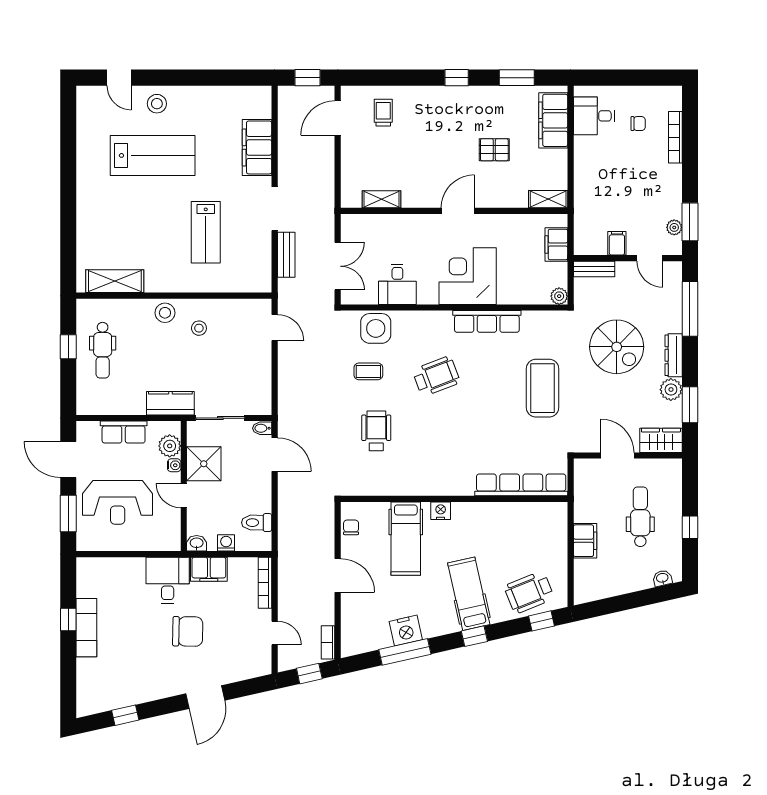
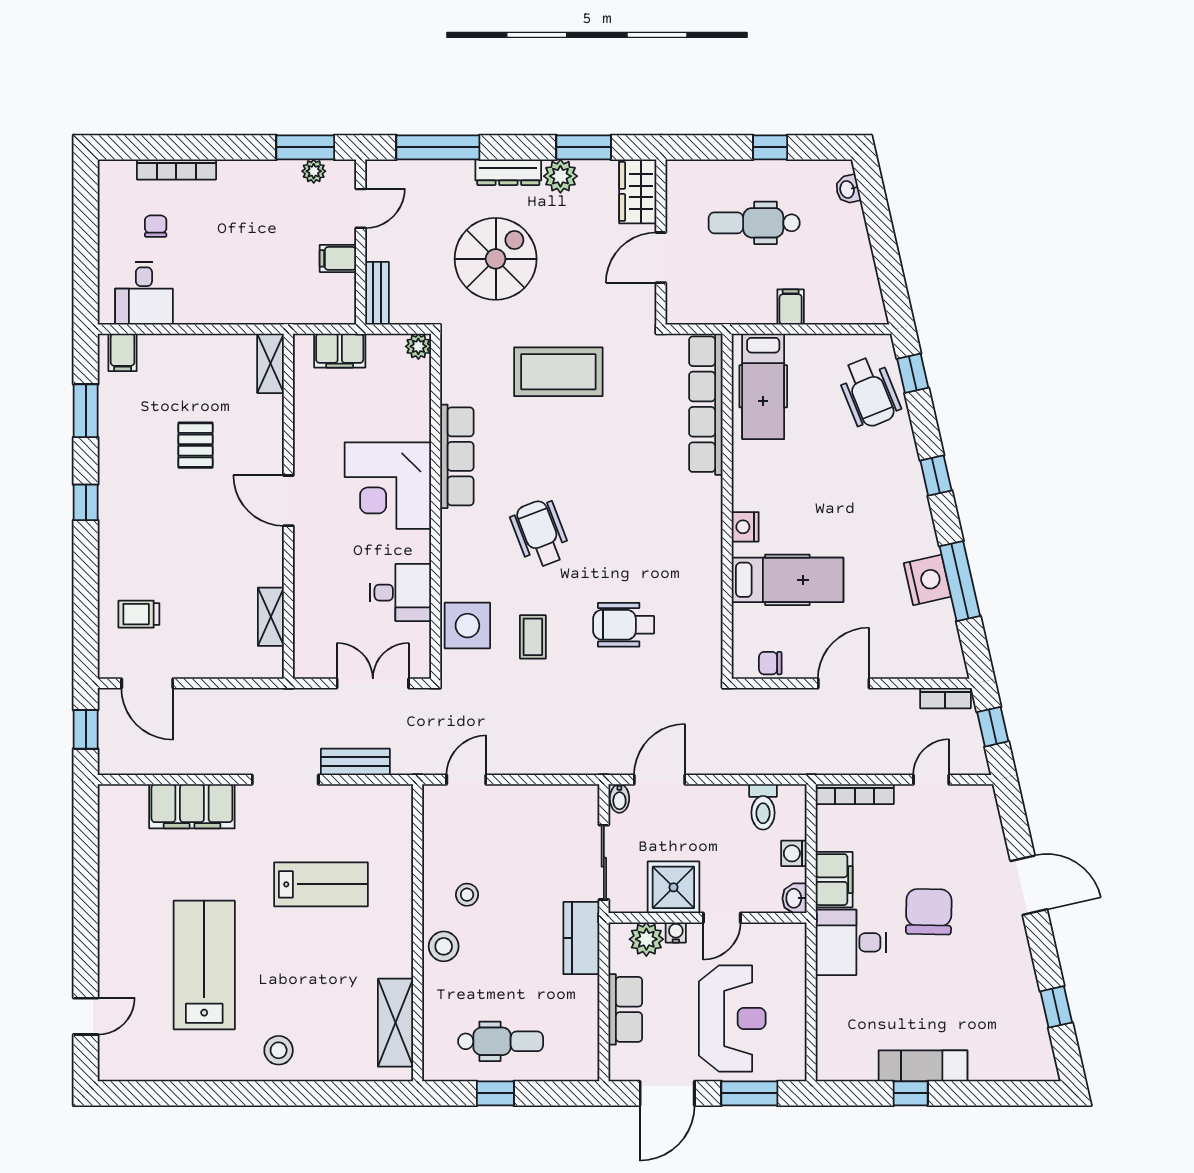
stool: (157, 104) -> (279, 1050), moved
filing cabinet: (553, 120) -> (123, 352), width x0.33, depth x0.86
filing cabinet: (585, 541) -> (791, 307), width x0.50
hospital bed: (469, 594) -> (763, 386), moved, turned -77

